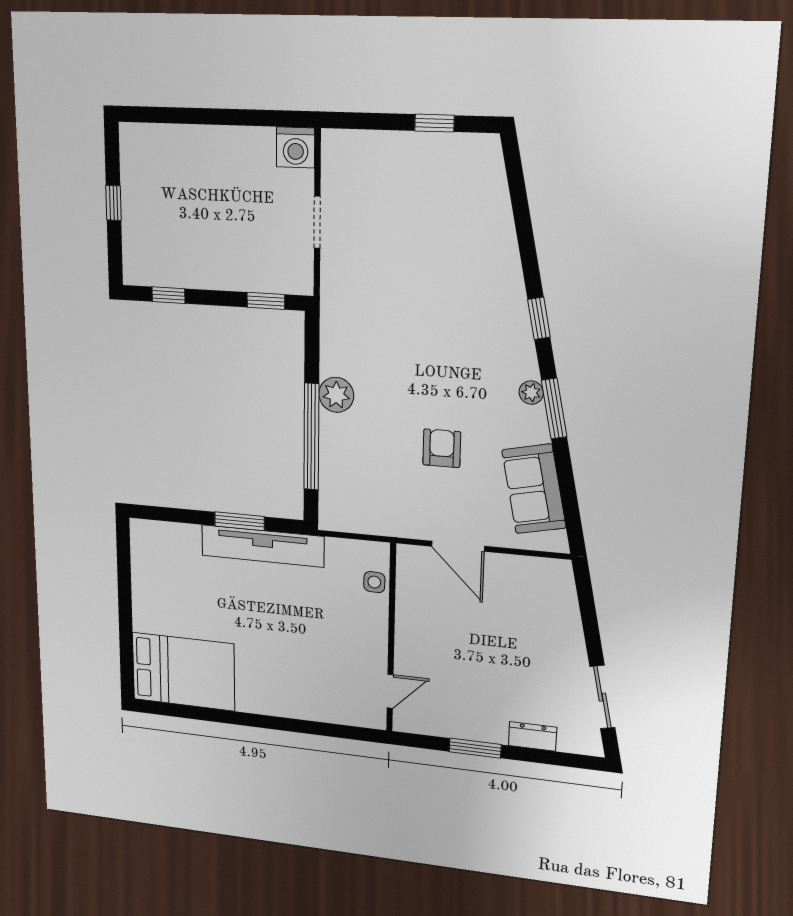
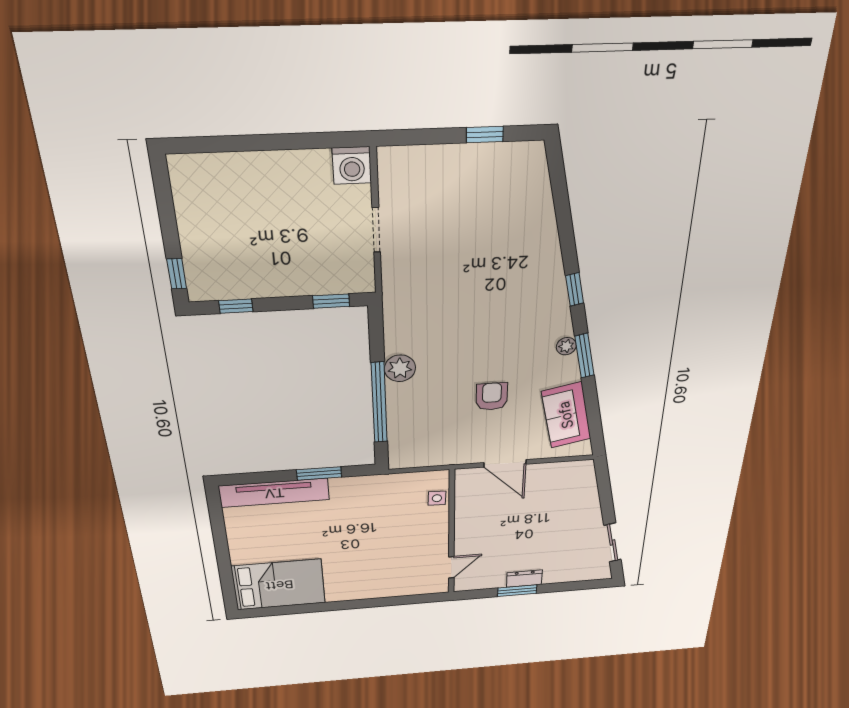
window: (114, 203) -> (177, 274), moved
tv unit: (263, 546) -> (274, 493), moved
dresser: (533, 736) -> (524, 579), moved

